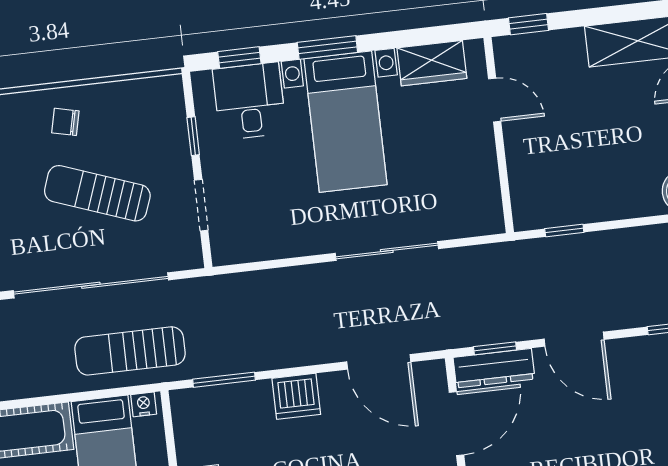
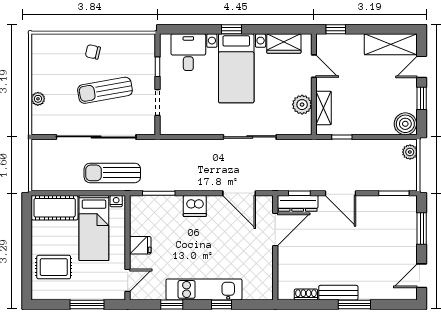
window: (327, 47) -> (231, 29), width x0.67
window: (239, 58) -> (186, 29), removed
plant: (480, 177) -> (302, 105), added
shelving: (523, 179) -> (324, 108), added
sun lounger: (97, 193) -> (105, 90), turned -30

